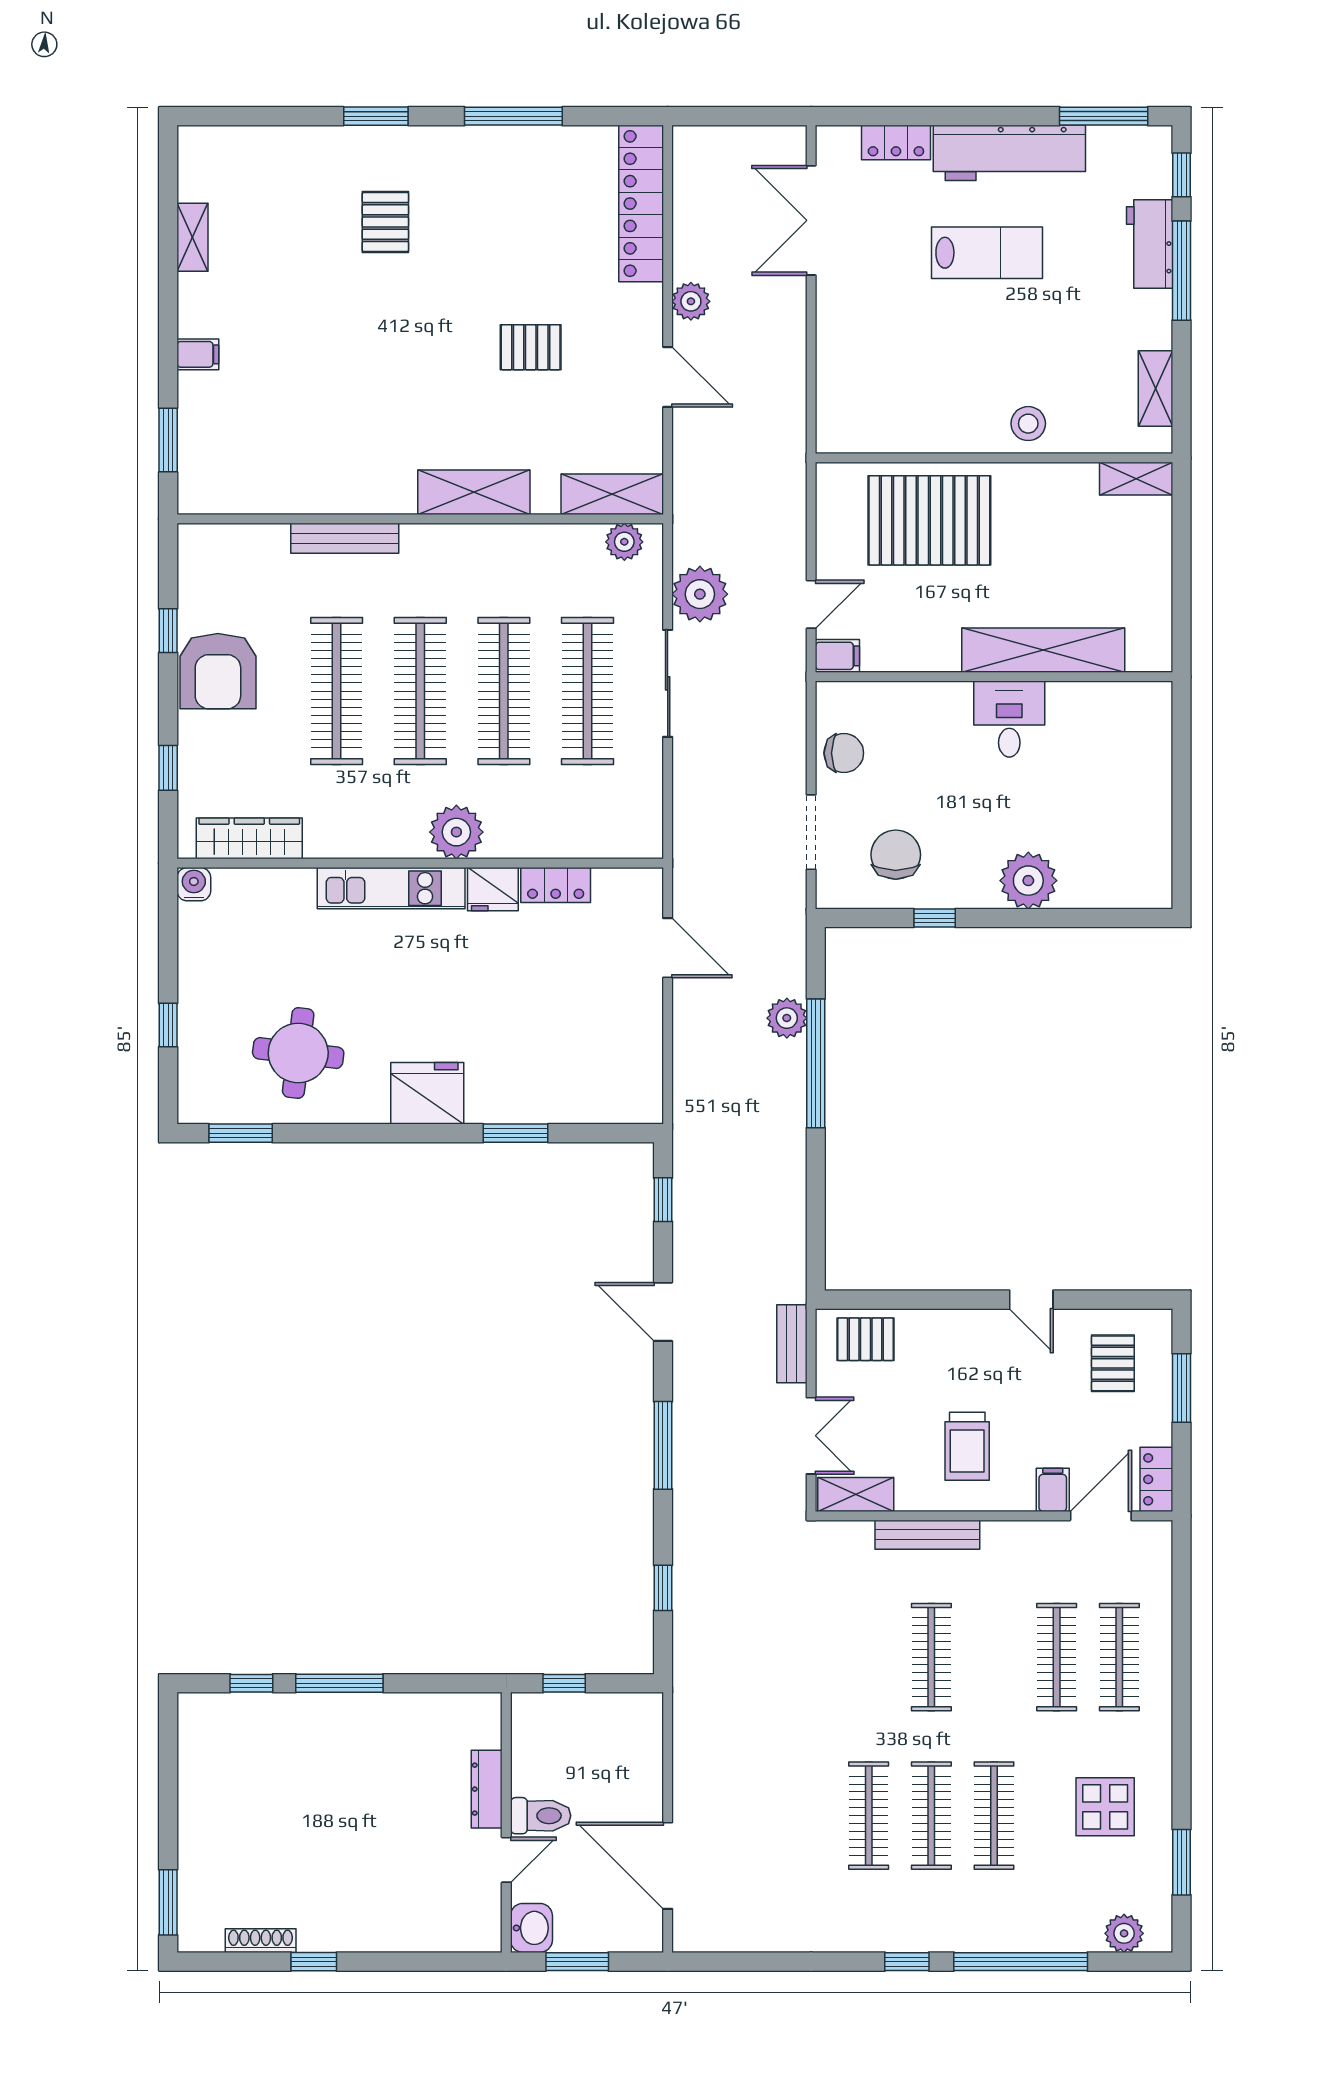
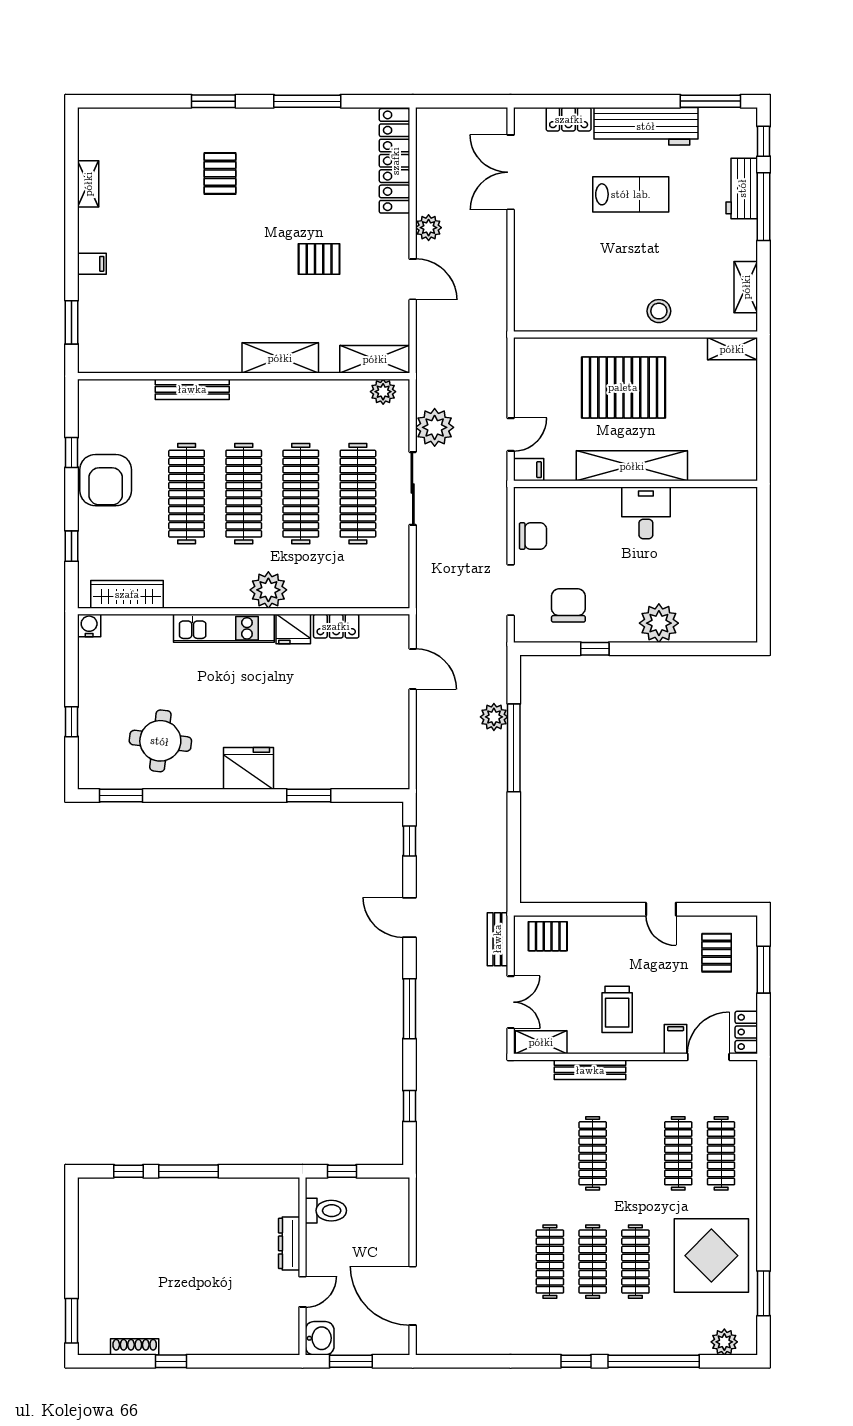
pallet: (929, 520) -> (623, 387), moved
shelving: (1043, 650) -> (632, 466), moved
display table: (1105, 1807) -> (711, 1256), width x1.86, depth x1.86
toilet: (541, 1816) -> (326, 1211), moved

